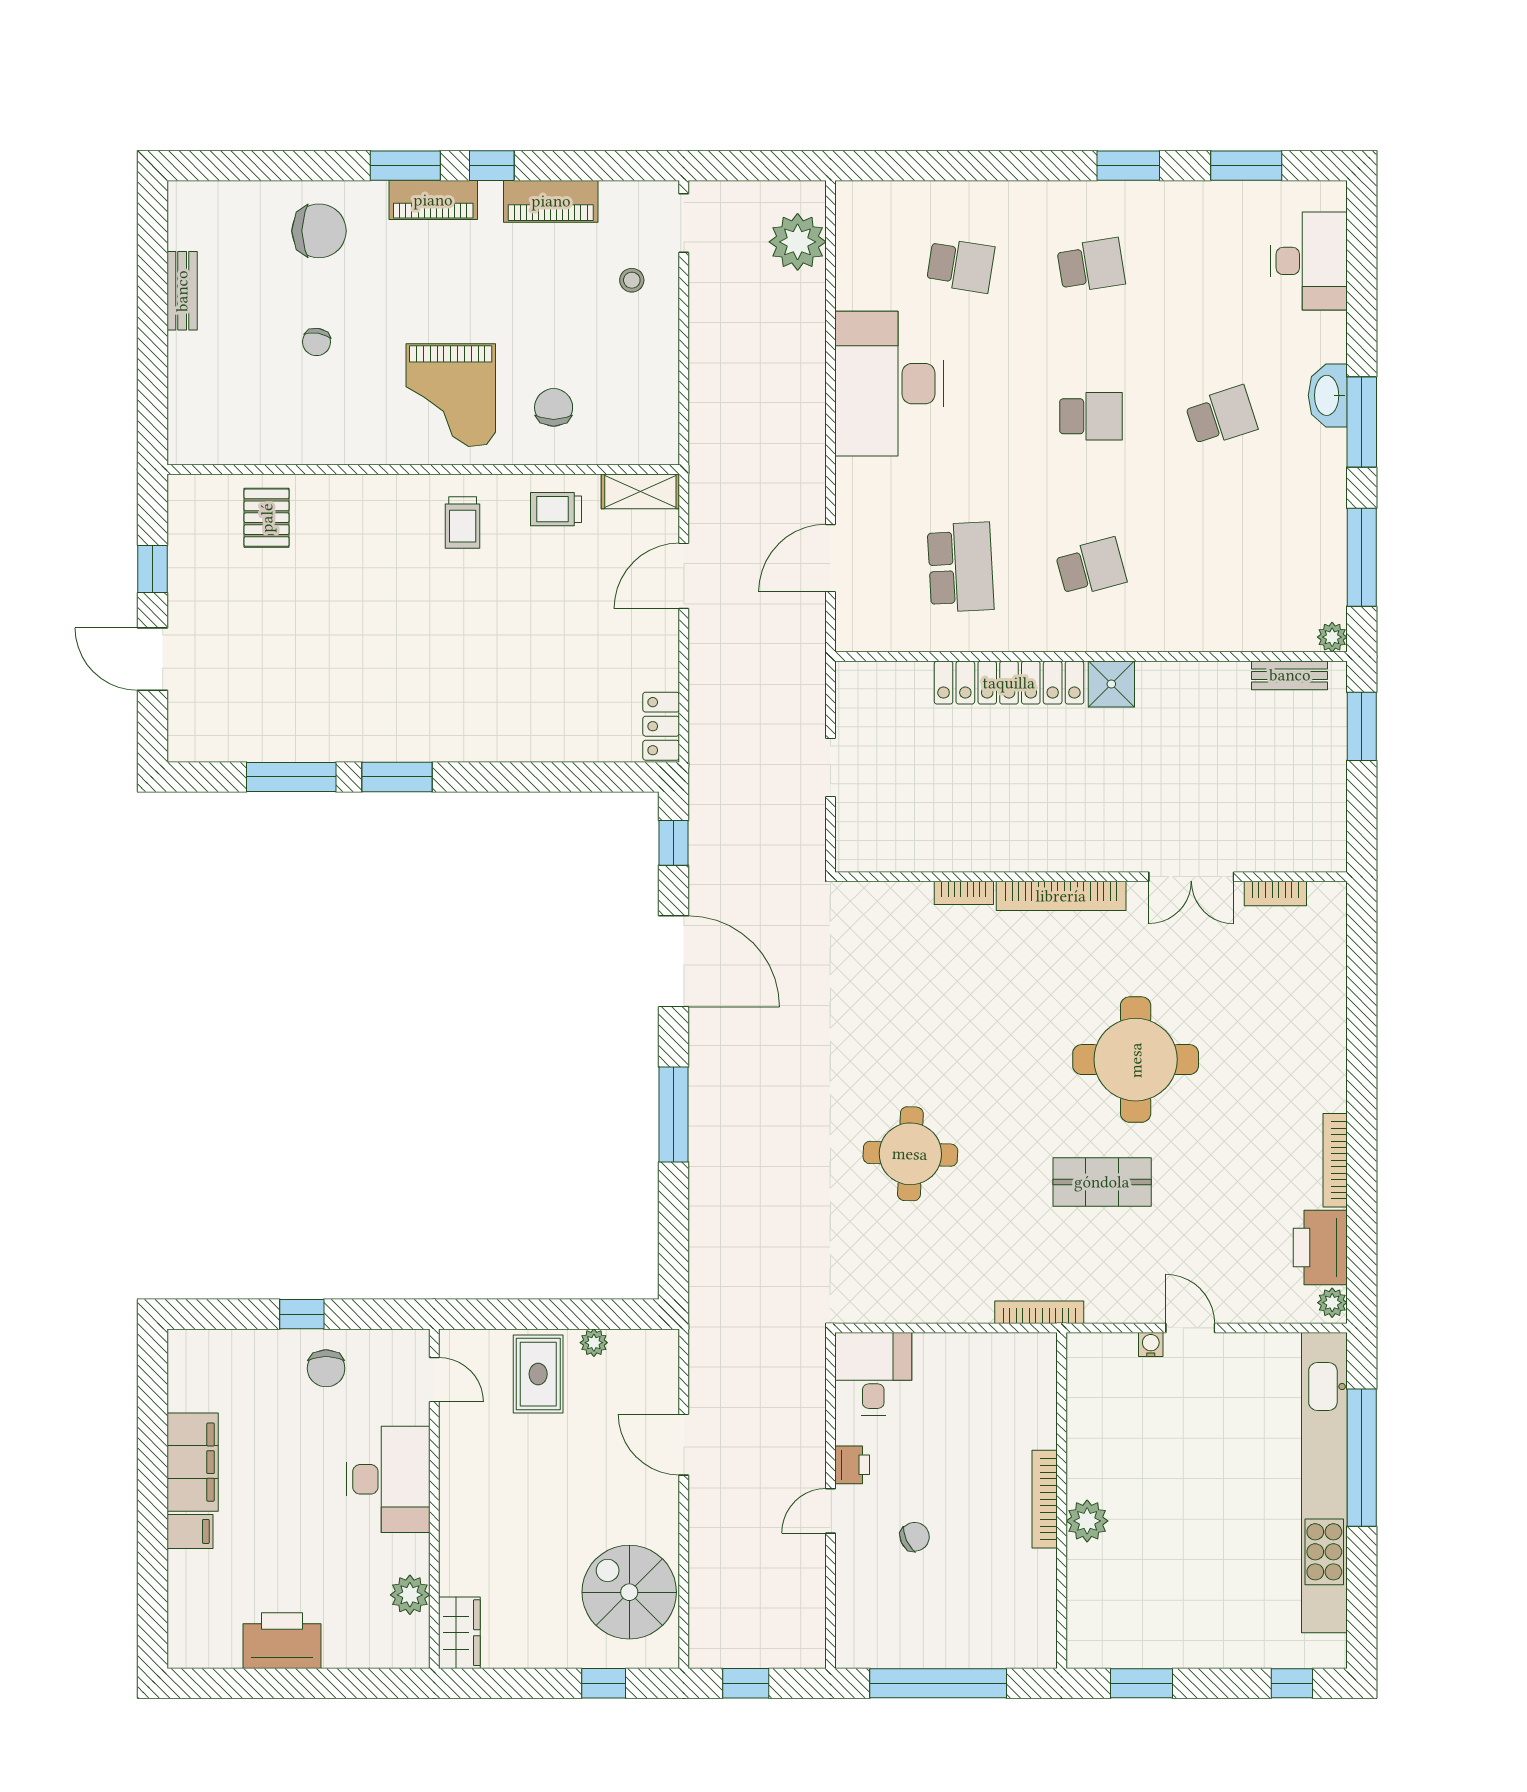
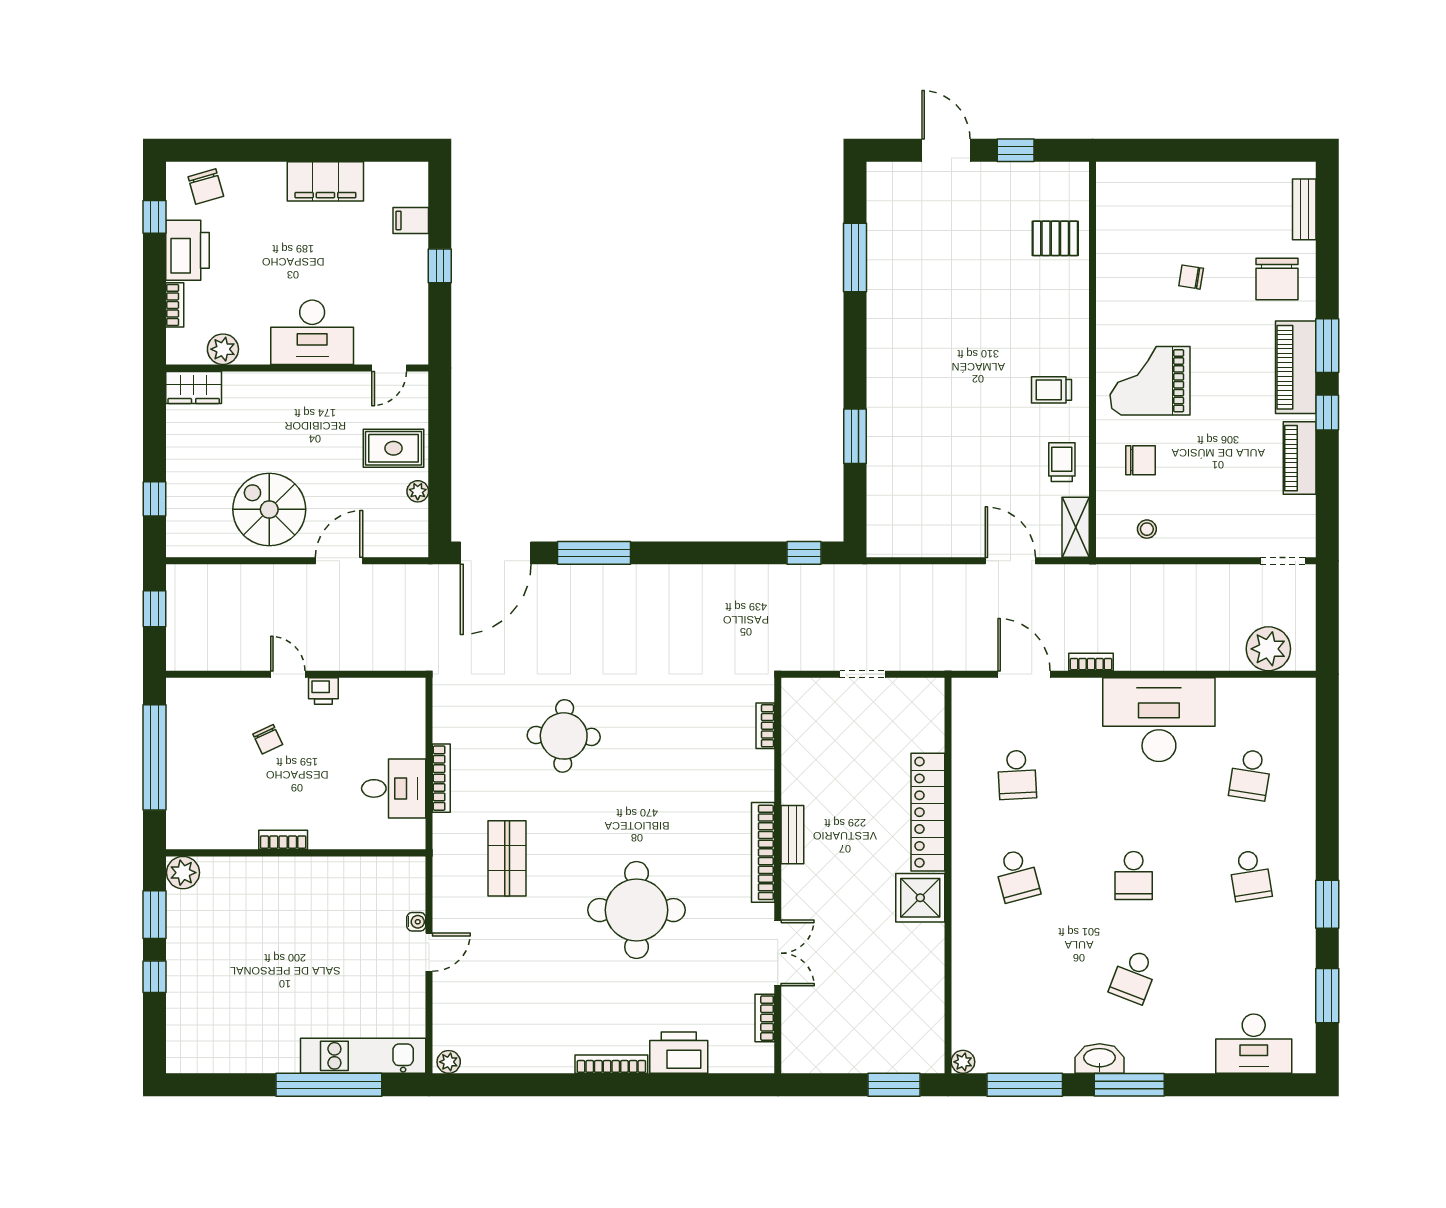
piano: (433, 200) -> (1296, 367), width x1.37, depth x1.33
stool: (632, 280) -> (1147, 529), moved
bench: (182, 291) -> (1304, 209), moved, turned 90
washbasin: (1328, 395) -> (1100, 1059), moved
school desk: (1221, 416) -> (1134, 976), turned 39
bookcase: (815, 471) -> (1091, 662), added
school desk: (961, 567) -> (1017, 775), width x0.54
door: (152, 659) -> (946, 150), hinge flipped
bench: (1290, 675) -> (792, 835), moved
shower: (1111, 684) -> (920, 898), width x1.36, depth x1.36
locker: (661, 726) -> (894, 543), removed
window: (397, 777) -> (855, 436), moved
double door: (1191, 877) -> (778, 953), swing flipped
bookcase: (964, 893) -> (765, 726), moved
door: (673, 961) -> (496, 553), moved
bookcase: (1335, 1160) -> (611, 1064), moved
shop shelf: (1102, 1182) -> (507, 858), moved
printer: (1320, 1247) -> (679, 1053), moved
bookcase: (1039, 1312) -> (441, 778), moved
chair: (326, 1368) -> (206, 186), moved, turned -106
desk: (873, 1374) -> (394, 788), moved
kitchen unit: (1324, 1483) -> (363, 1056), width x0.54
bookcase: (1045, 1499) -> (283, 840), width x0.64
plant: (1087, 1521) -> (183, 873), moved
filing cabinet: (190, 1531) -> (411, 220), moved, turned 90
spiral stairs: (629, 1592) -> (269, 509), moved, turned -90
bookcase: (353, 1657) -> (175, 305), added
window: (239, 1683) -> (155, 217), added
window: (1292, 1683) -> (155, 977), moved

